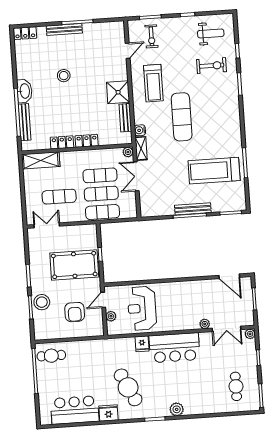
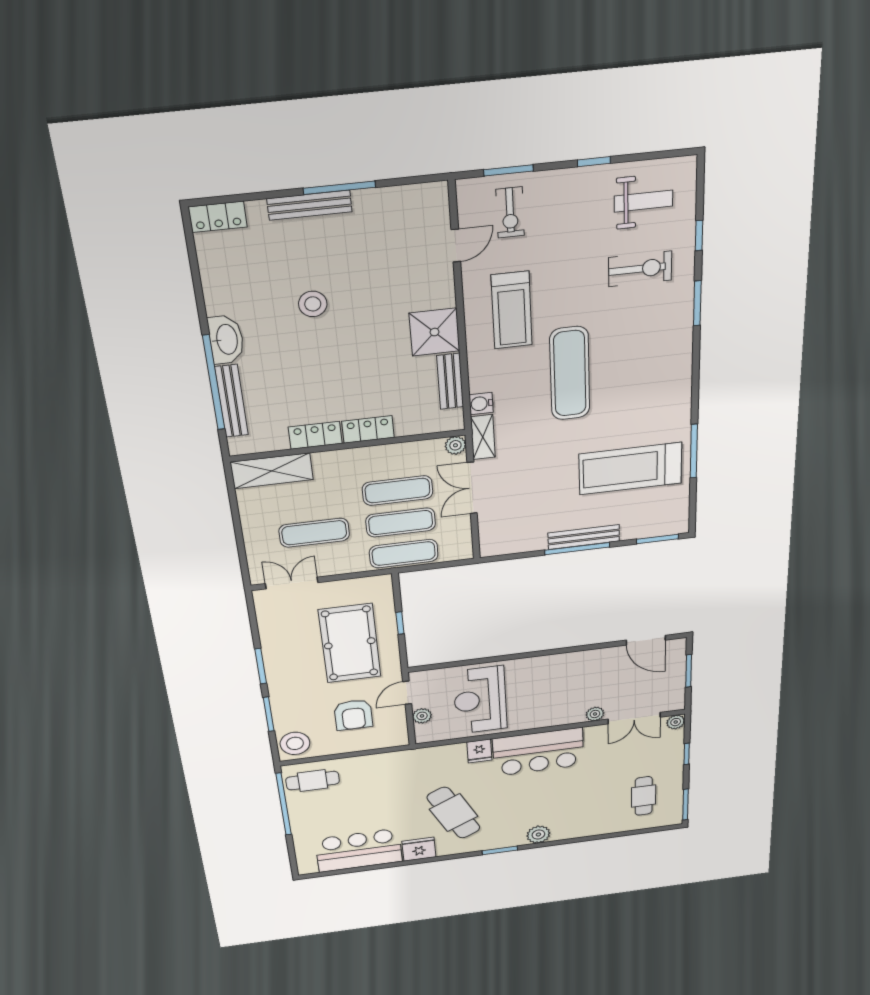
pool table: (74, 265) -> (350, 643), turned 90
stool: (42, 302) -> (295, 743), moved

